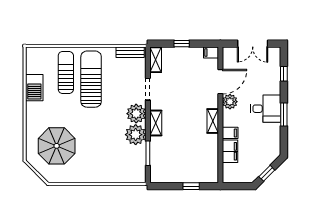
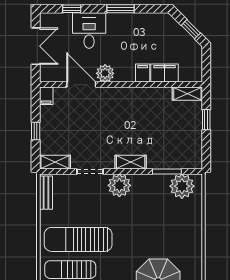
desk: (266, 109) -> (89, 31), moved
shelving: (213, 121) -> (187, 94), moved
plant: (136, 135) -> (182, 186), moved

